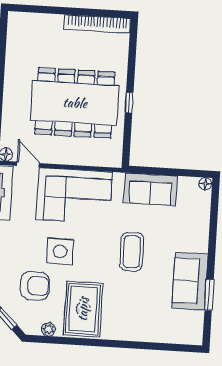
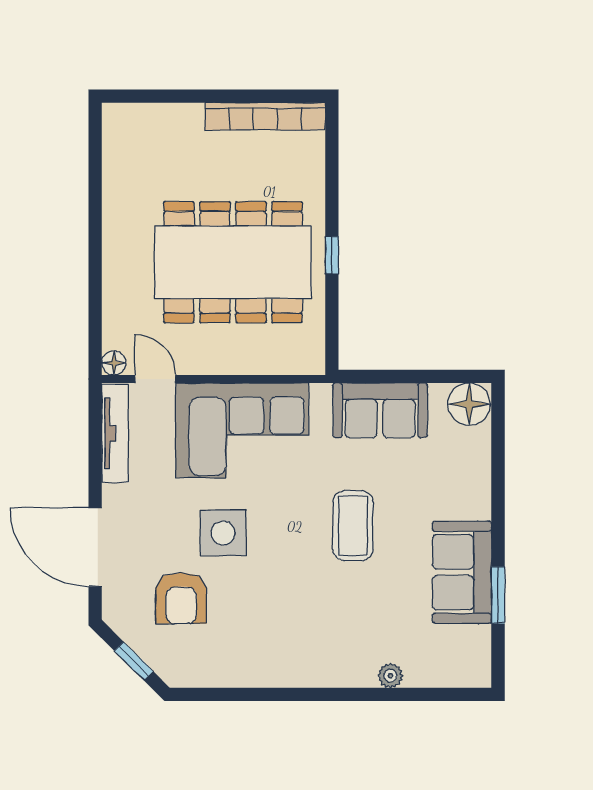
floor lamp: (205, 184) -> (469, 404), width x1.89, depth x1.89
armchair: (35, 286) -> (181, 598), turned 90
rug: (83, 309) -> (271, 635), removed
plant: (48, 329) -> (390, 676), moved

